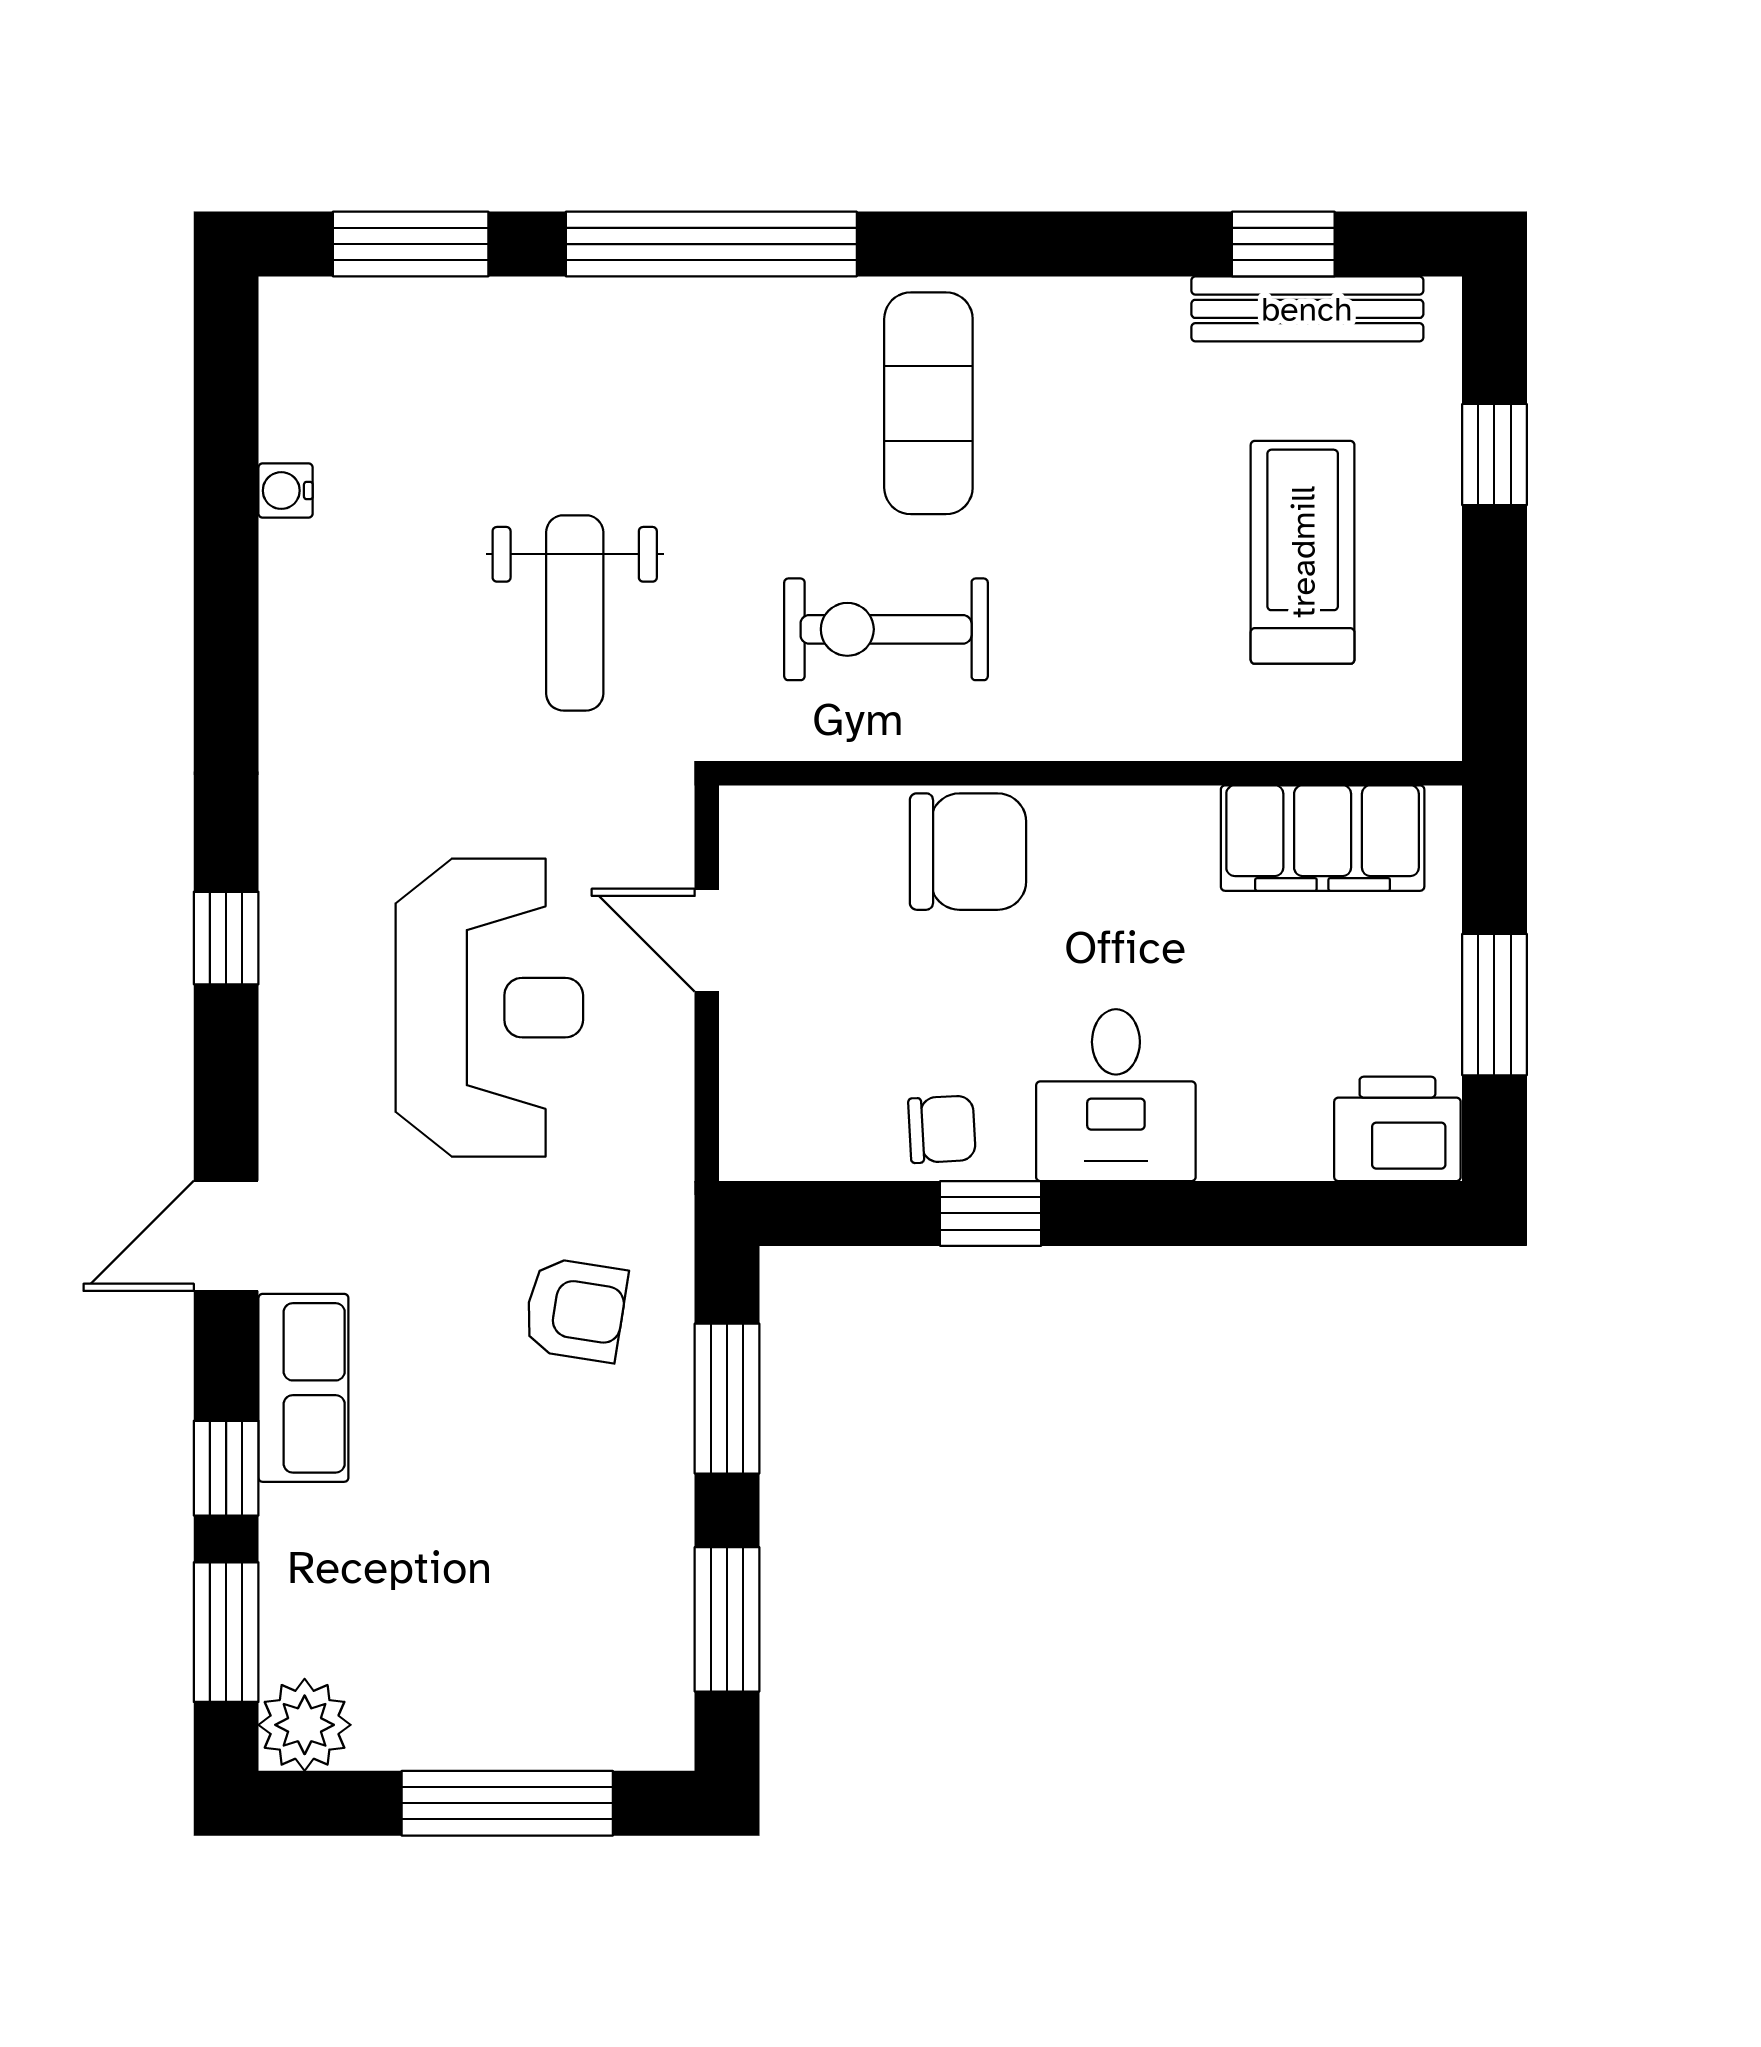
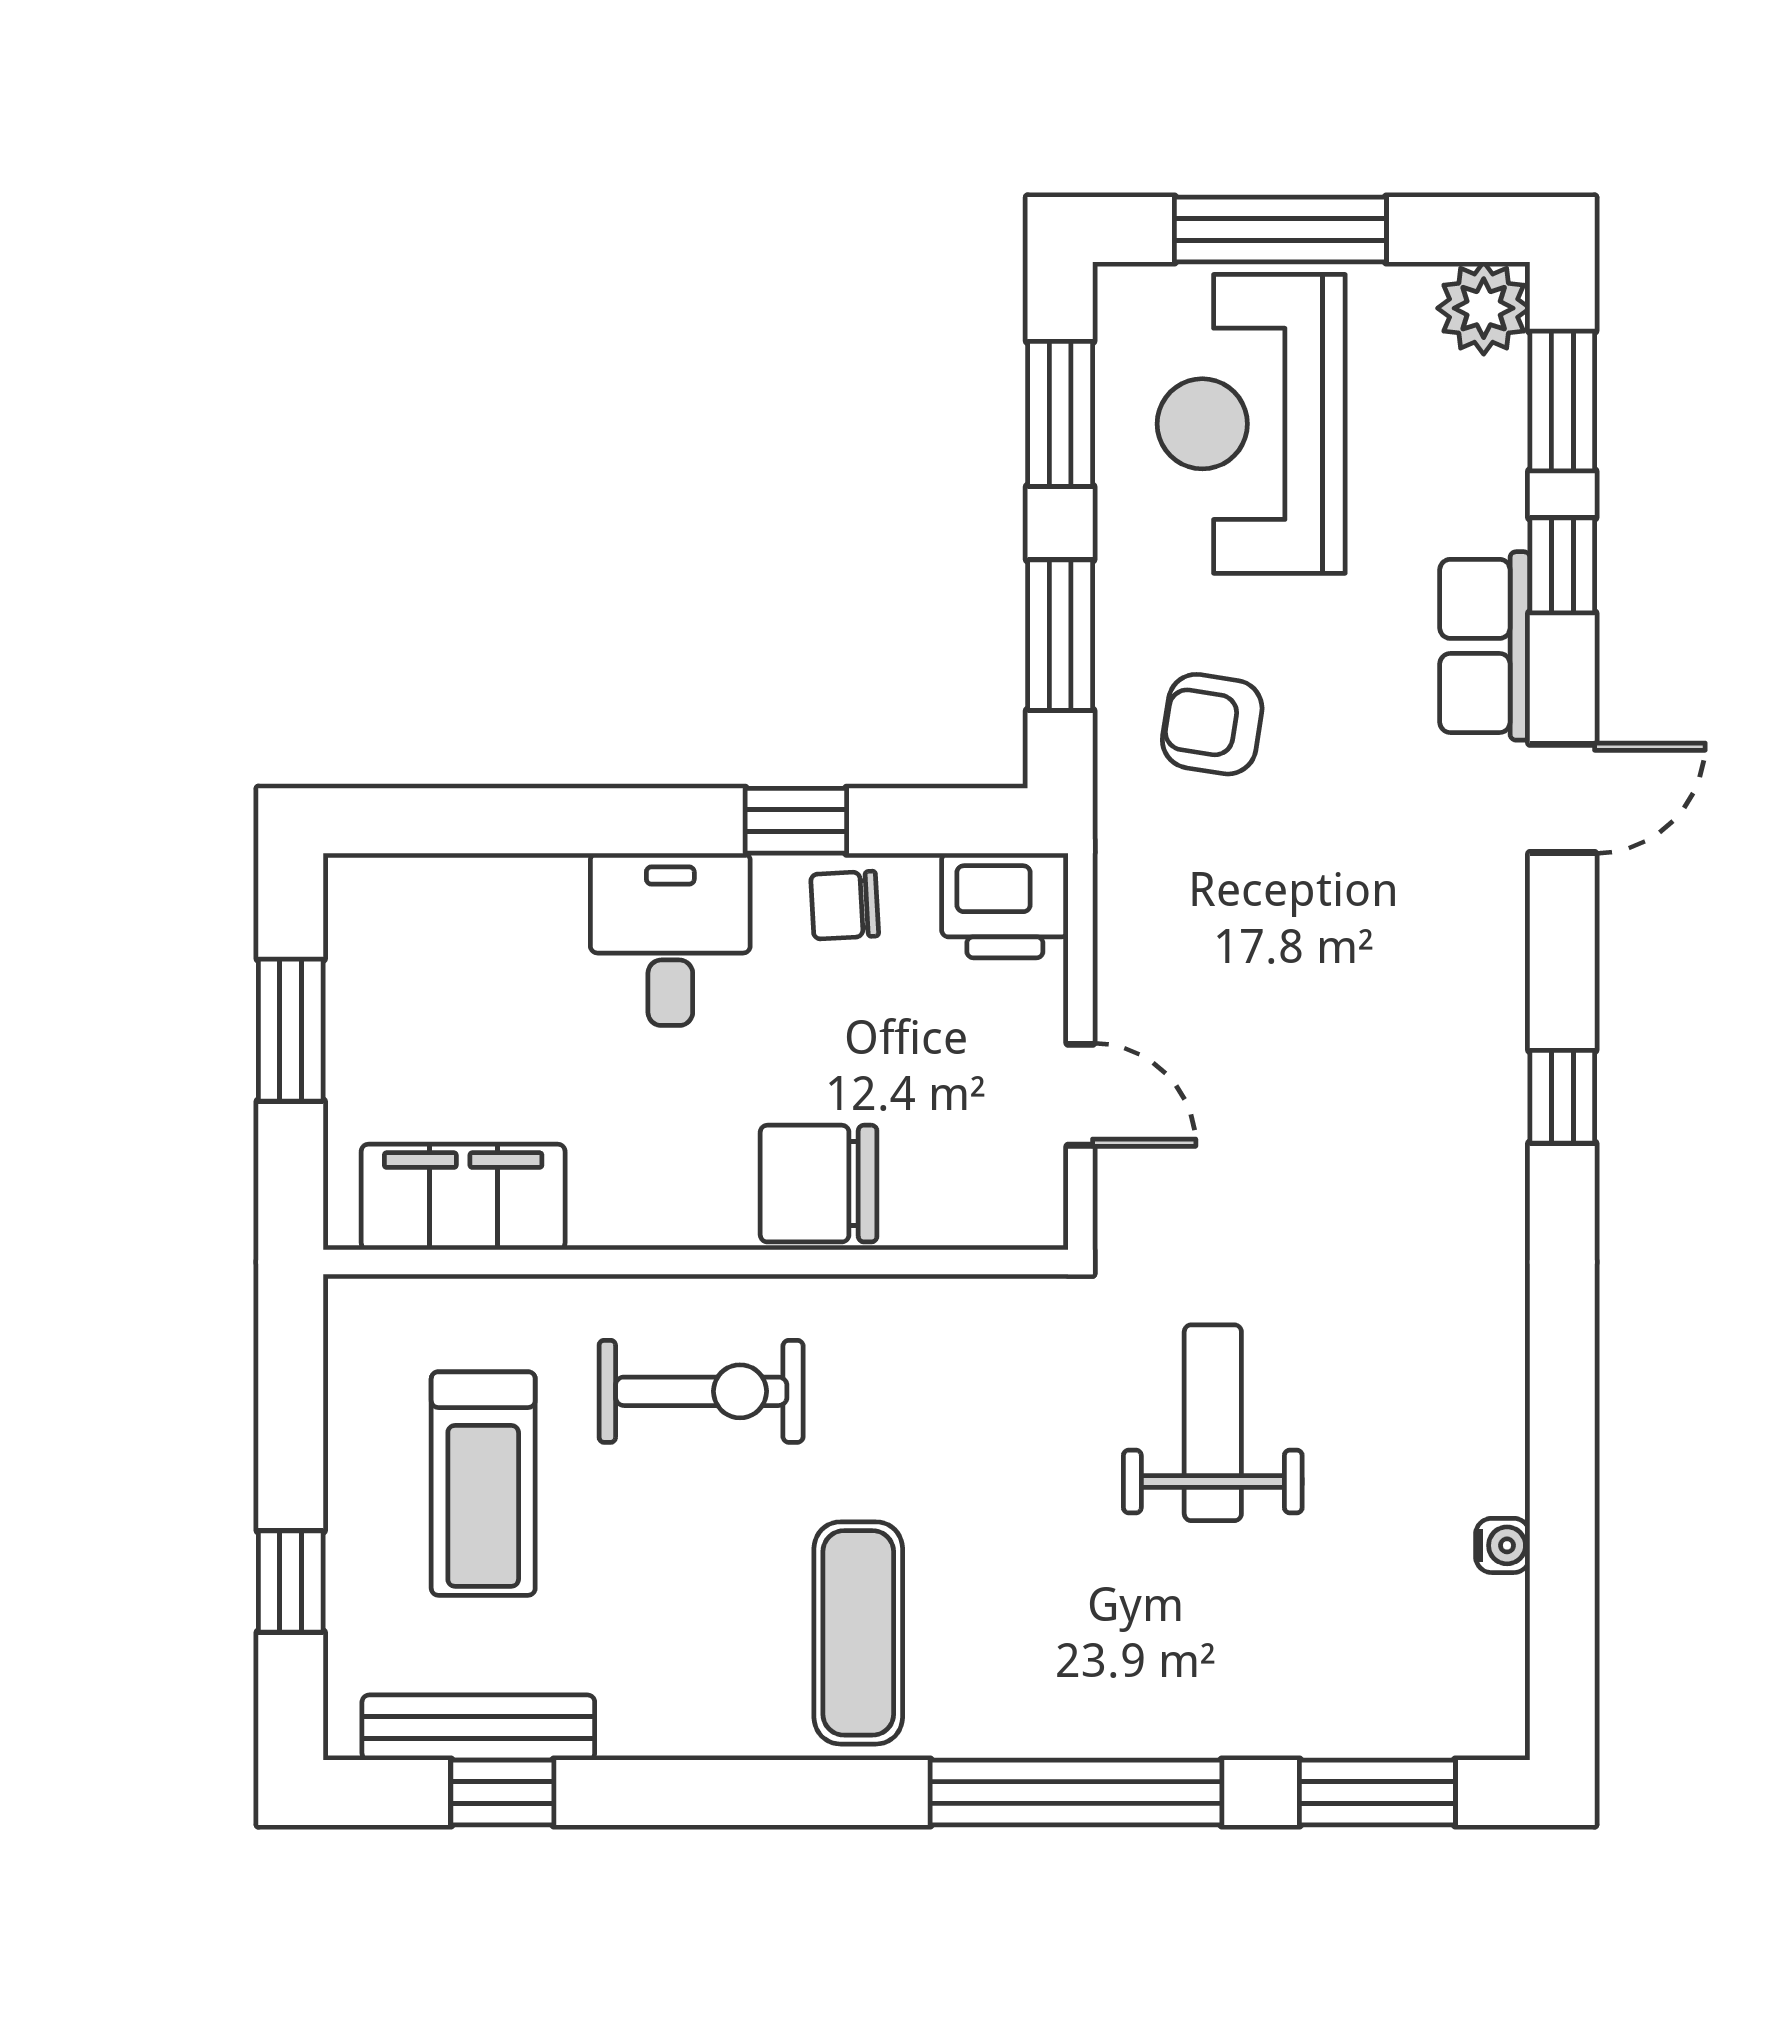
exercise bike: (886, 629) -> (701, 1391), moved
reception desk: (489, 1008) -> (1251, 424), moved
printer: (1397, 1129) -> (1005, 905), moved

